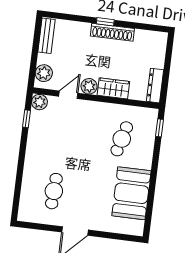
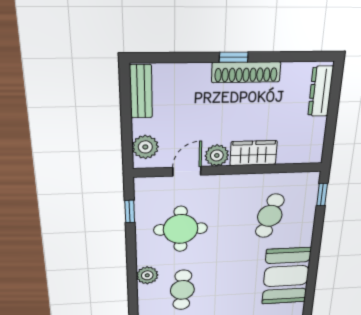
dresser: (155, 86) -> (321, 91), moved
plant: (40, 102) -> (147, 275), moved
round table: (59, 139) -> (181, 229), added

